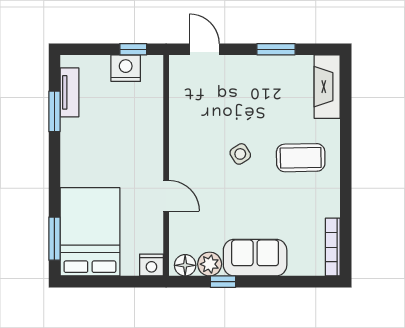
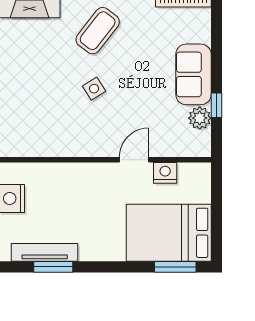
tv unit: (69, 92) -> (45, 252), width x1.41
coffee table: (301, 158) -> (98, 31), turned 39
nightstand: (151, 265) -> (165, 173), moved, turned -90
floor lamp: (185, 265) -> (201, 141), removed

